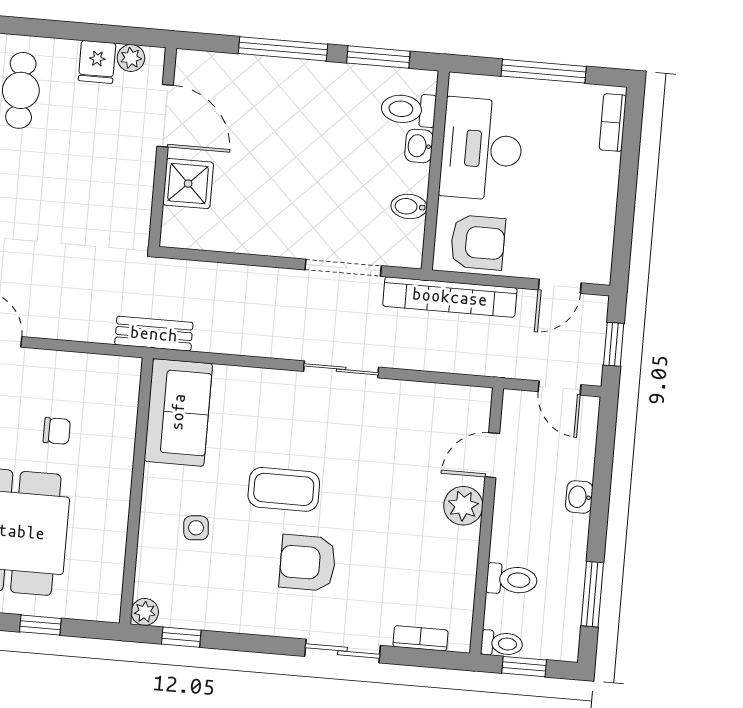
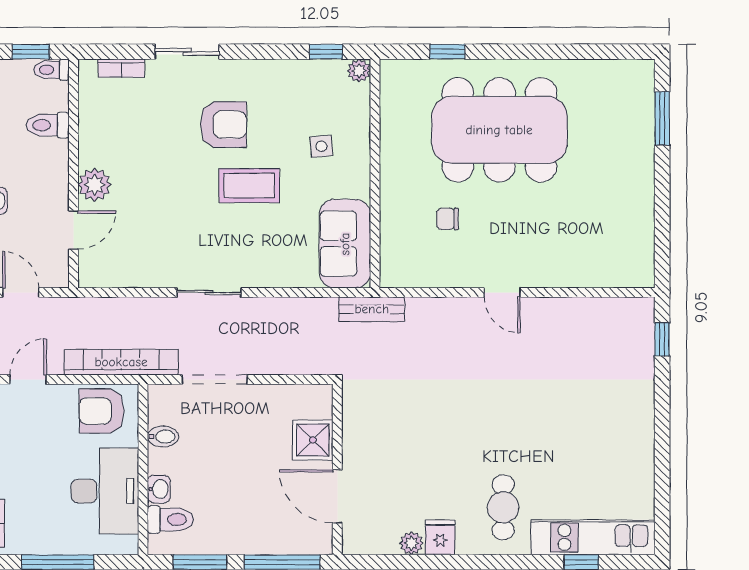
door: (165, 116) -> (337, 496), moved
wall: (163, 147) -> (337, 469), moved
shower: (188, 184) -> (313, 440), moved

